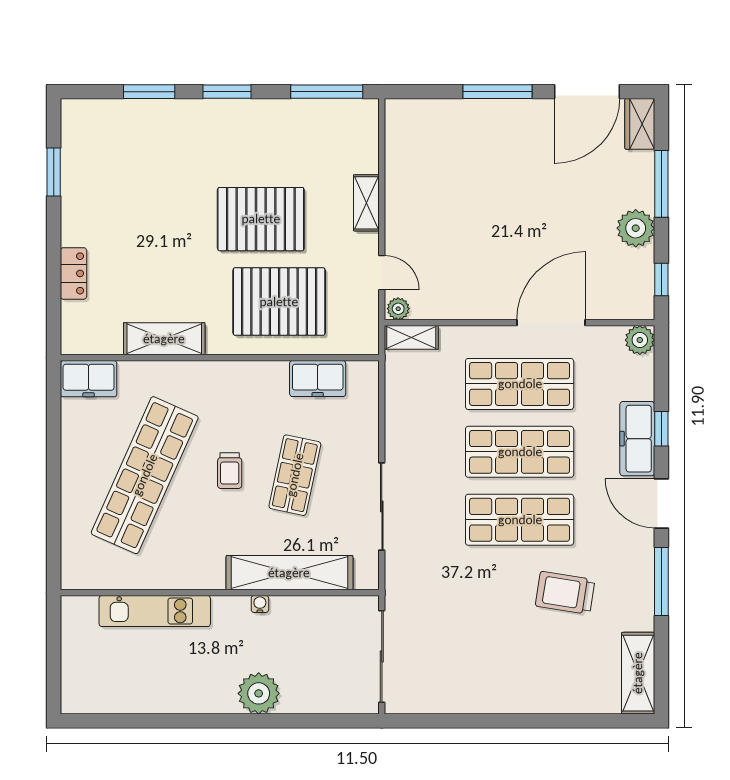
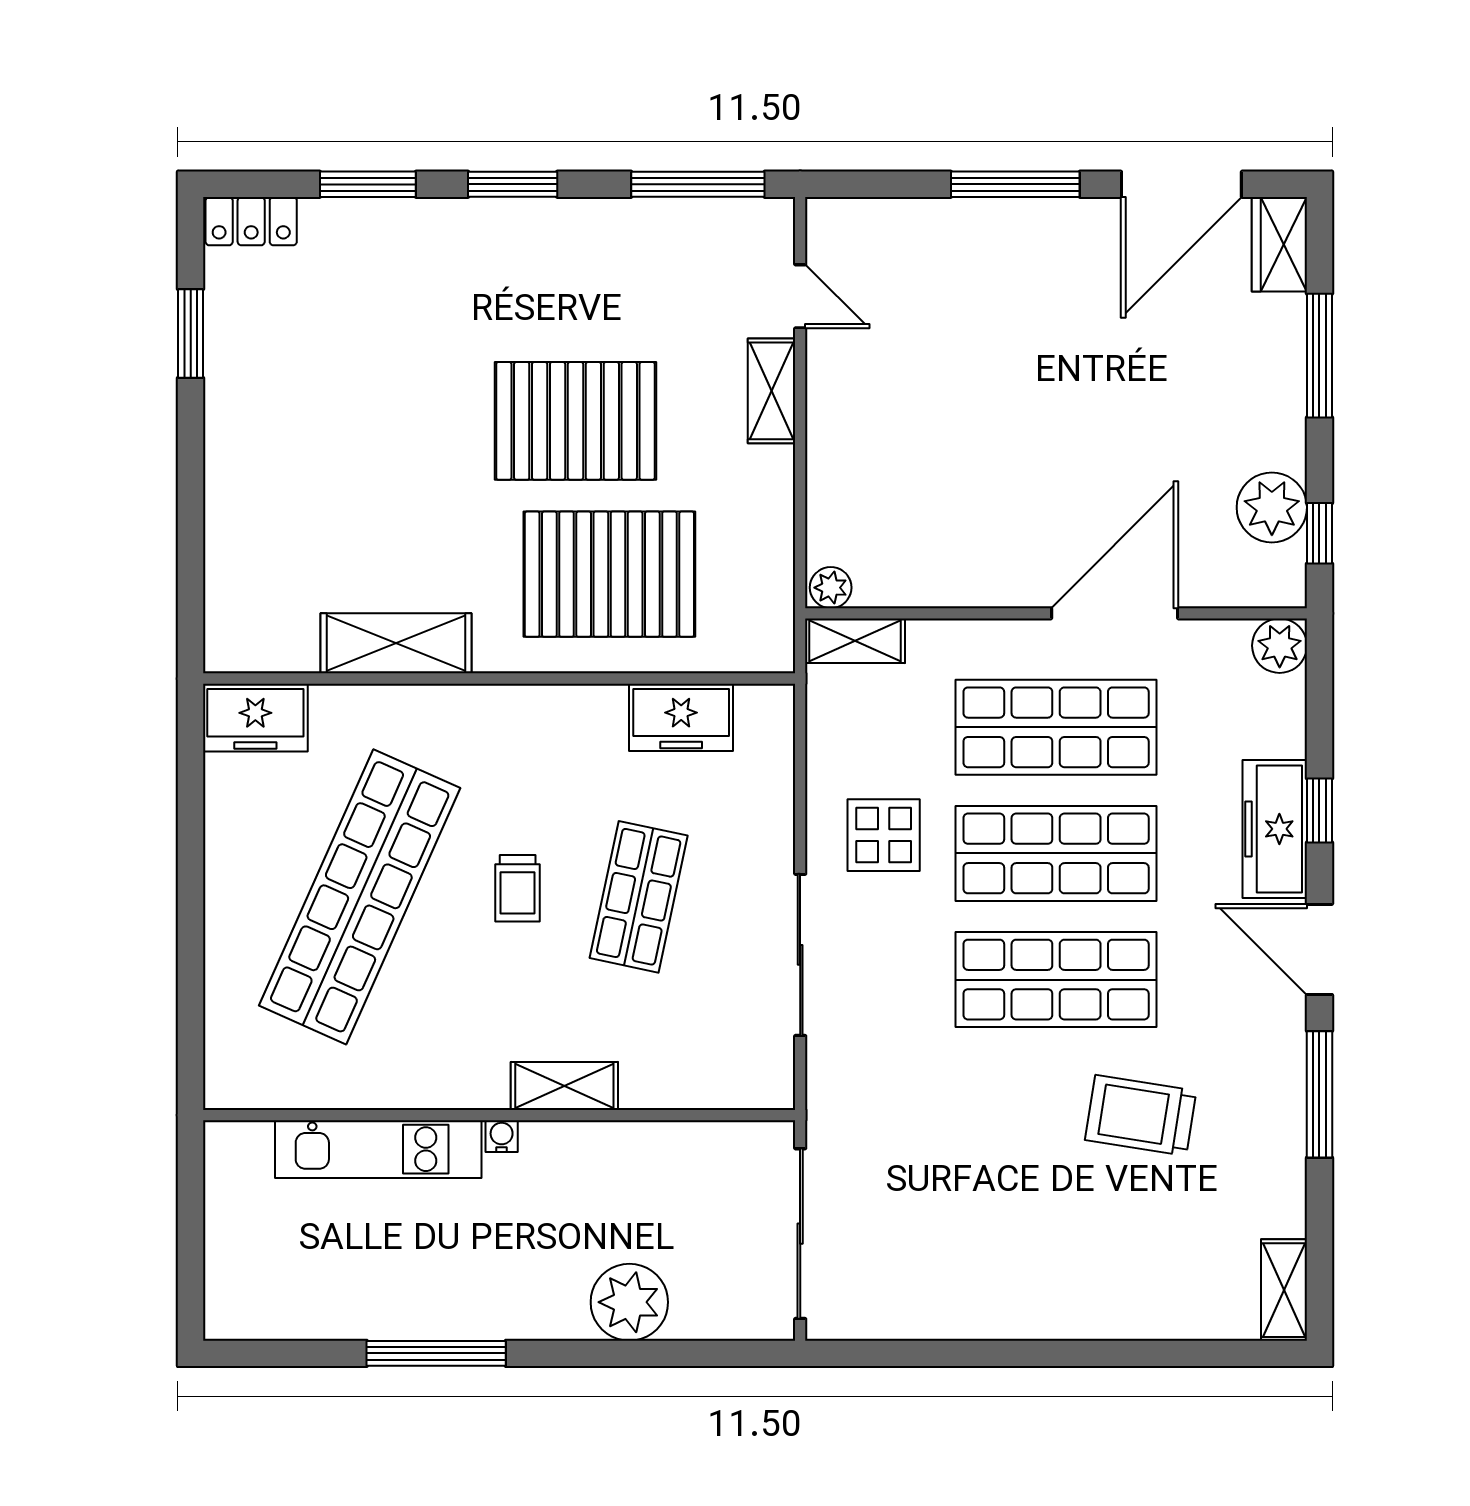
plant: (636, 228) -> (1272, 507), moved
locker: (73, 273) -> (251, 221), moved, turned 90
door: (382, 273) -> (800, 296), moved
display table: (427, 442) -> (884, 835), added
shelving: (289, 573) -> (564, 1086), width x0.45, depth x0.75
water cooler: (260, 604) -> (502, 1136), moved
shelving: (638, 673) -> (1284, 1290), width x0.67, depth x0.75
plant: (259, 693) -> (629, 1302), moved
window: (186, 721) -> (436, 1353), added

